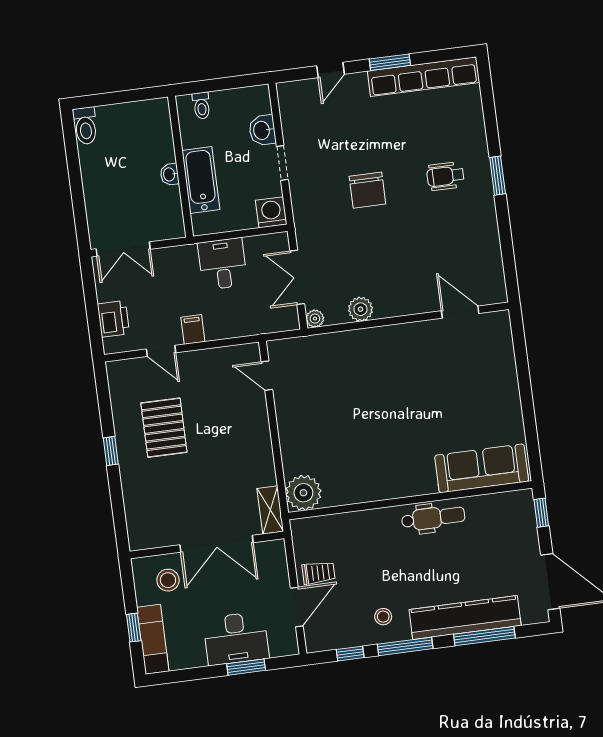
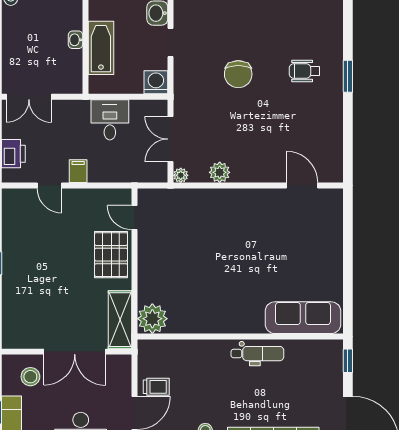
pallet: (164, 428) -> (111, 255), moved
shelving: (270, 510) -> (120, 320), width x1.50, depth x1.33

